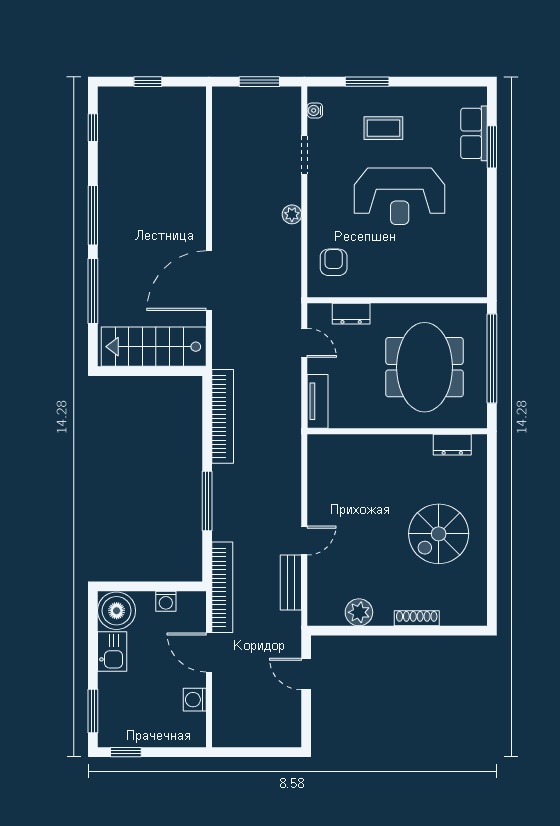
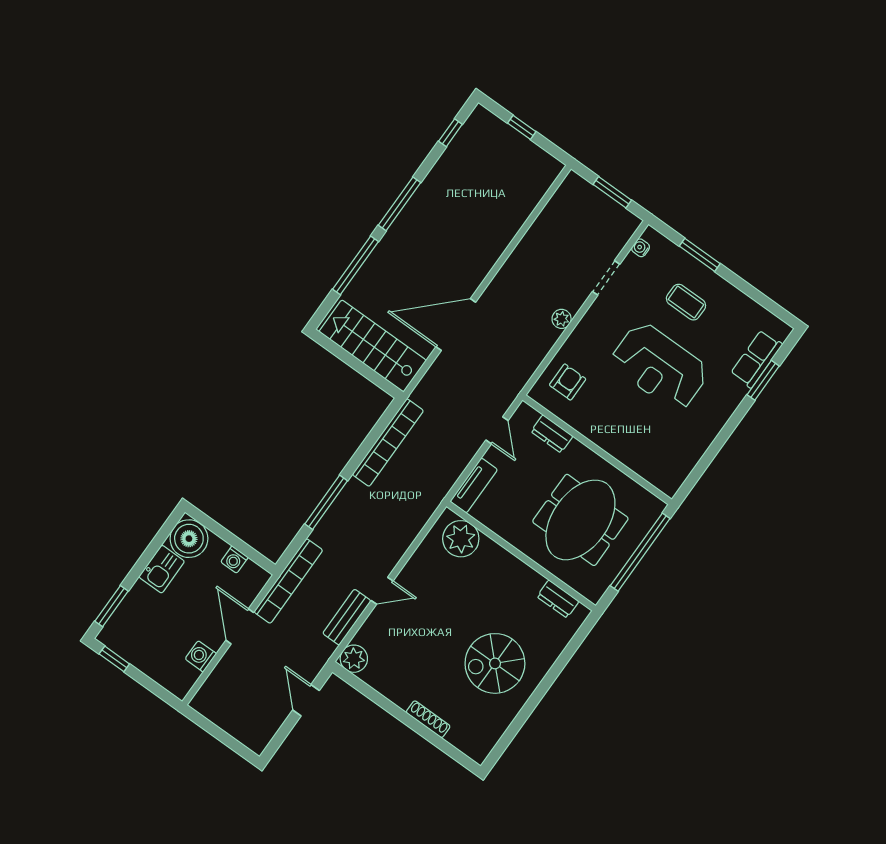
plant: (338, 452) -> (461, 539), added
plant: (359, 612) -> (354, 659), moved

